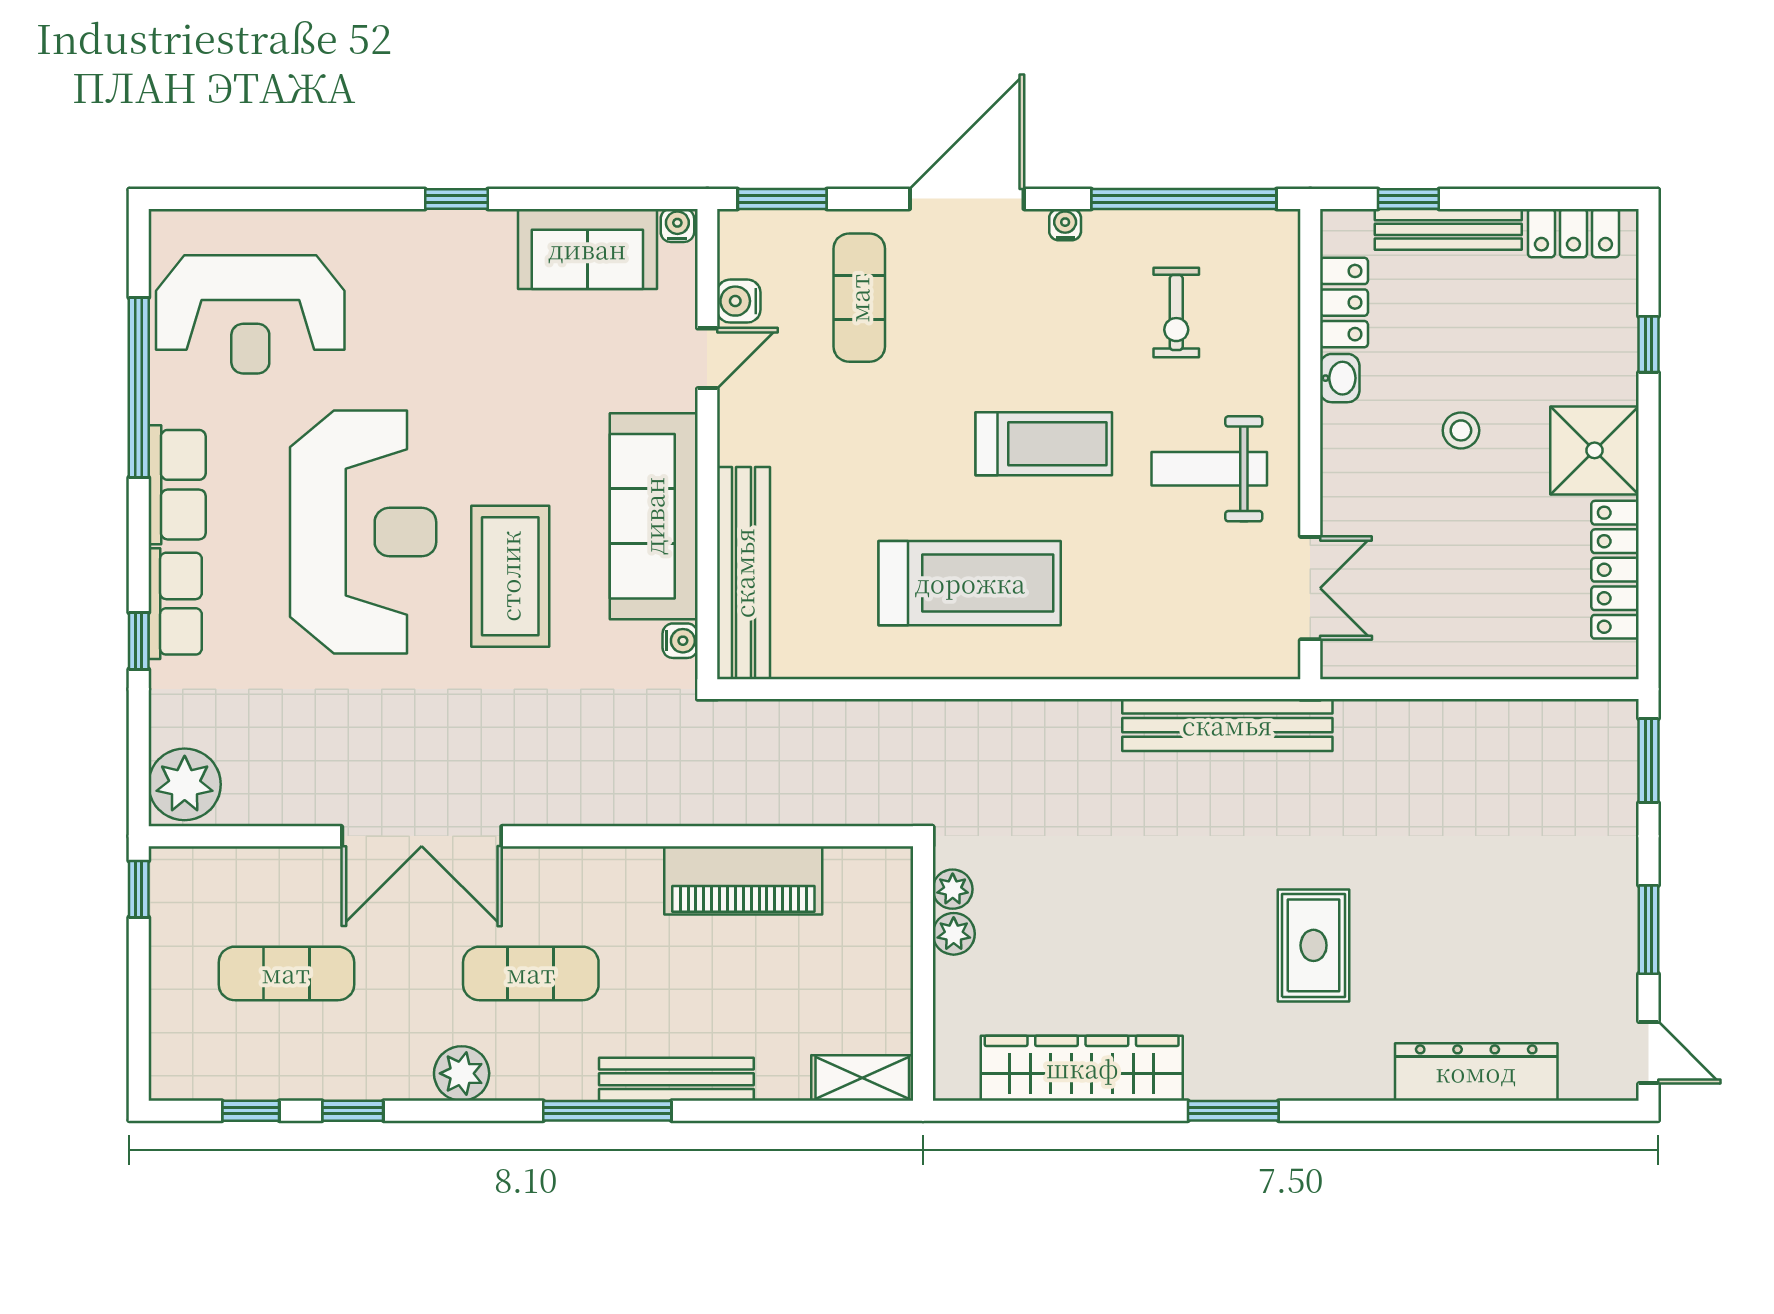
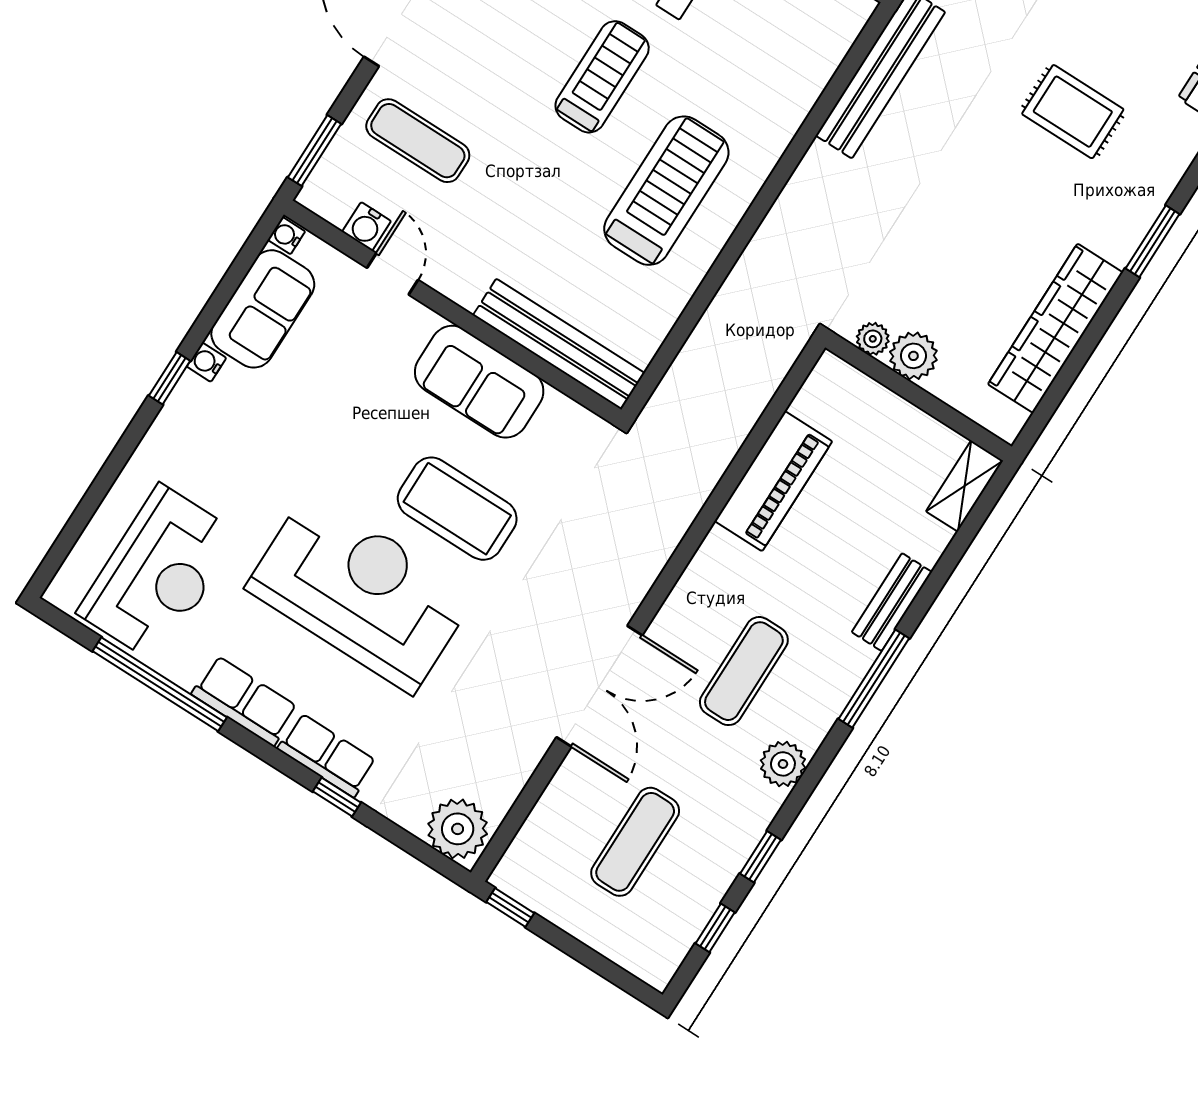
sofa: (654, 516) -> (479, 382), width x0.73
water cooler: (680, 641) -> (207, 362), moved, turned -90
plant: (954, 934) -> (913, 356), width x1.38, depth x1.38
bench: (676, 1079) -> (892, 602), width x0.73

